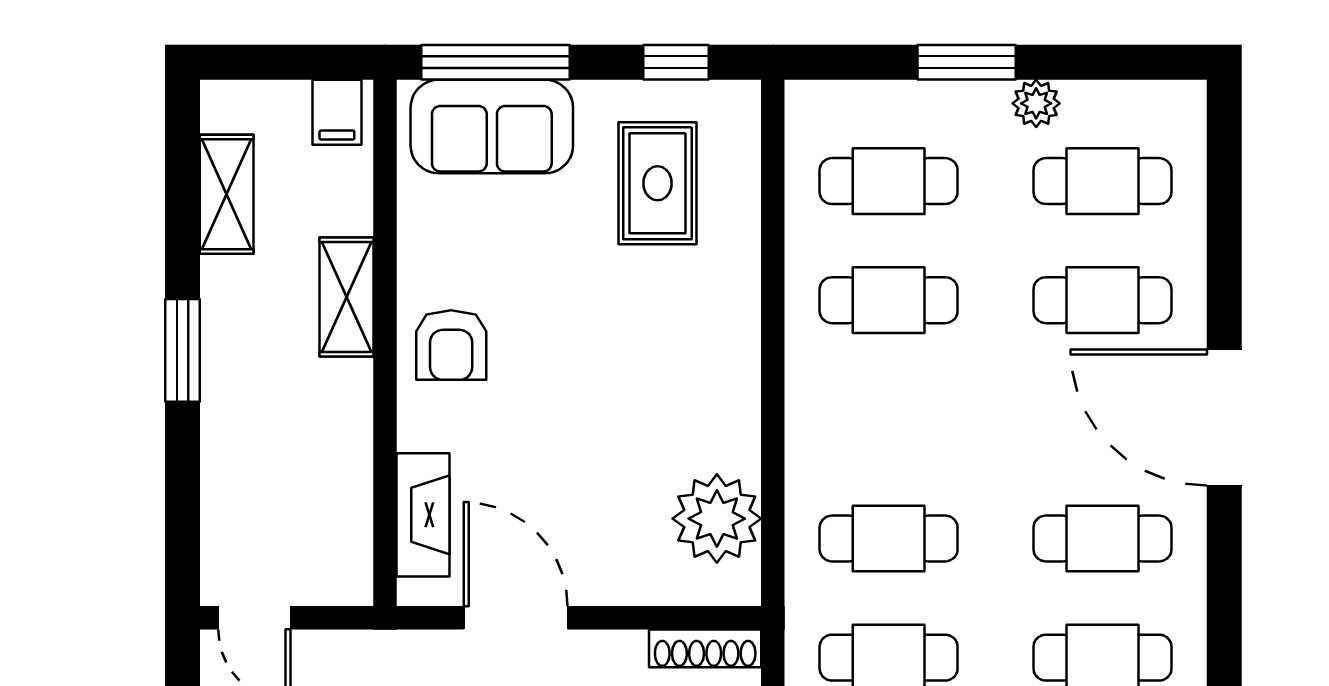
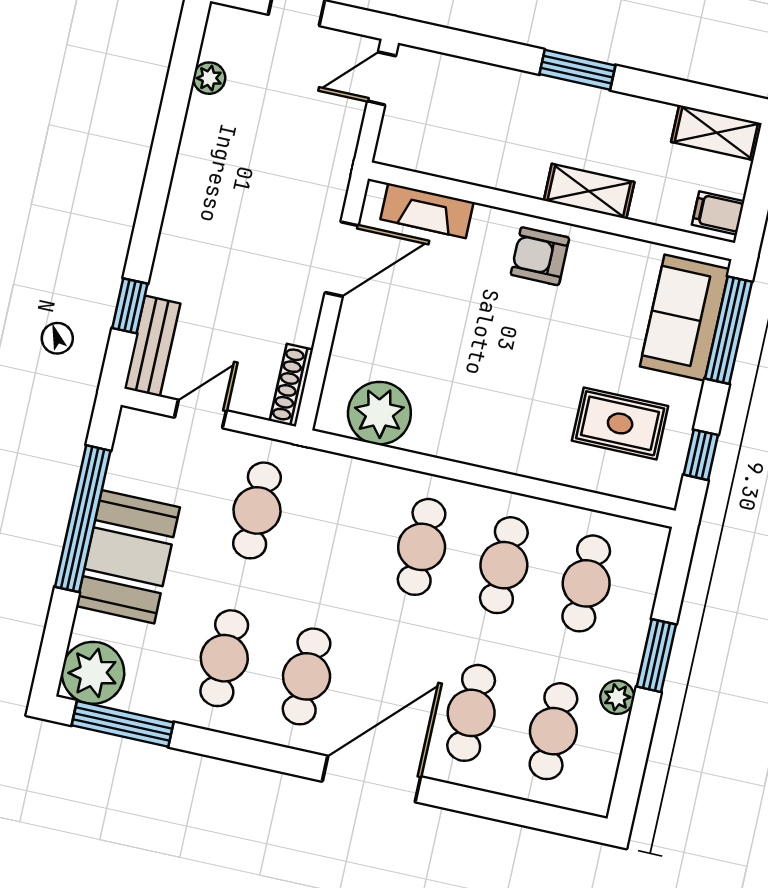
shelving: (227, 194) -> (716, 133), moved
cafe table: (889, 538) -> (422, 547), moved

